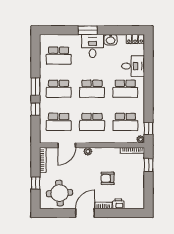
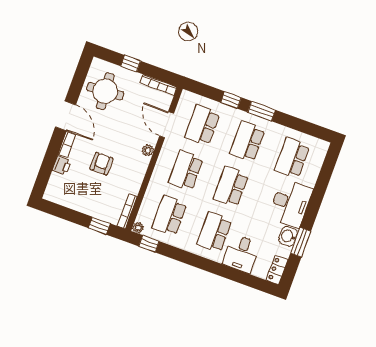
window: (88, 30) -> (301, 242), moved
desk: (93, 46) -> (290, 203), width x1.37

